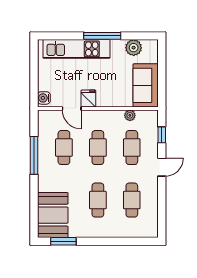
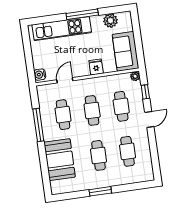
fridge: (88, 98) -> (96, 67), moved
door: (72, 108) -> (65, 80), swing flipped
plant: (130, 115) -> (135, 76), moved
booth: (53, 215) -> (60, 160), moved
window: (63, 241) -> (100, 191), moved

